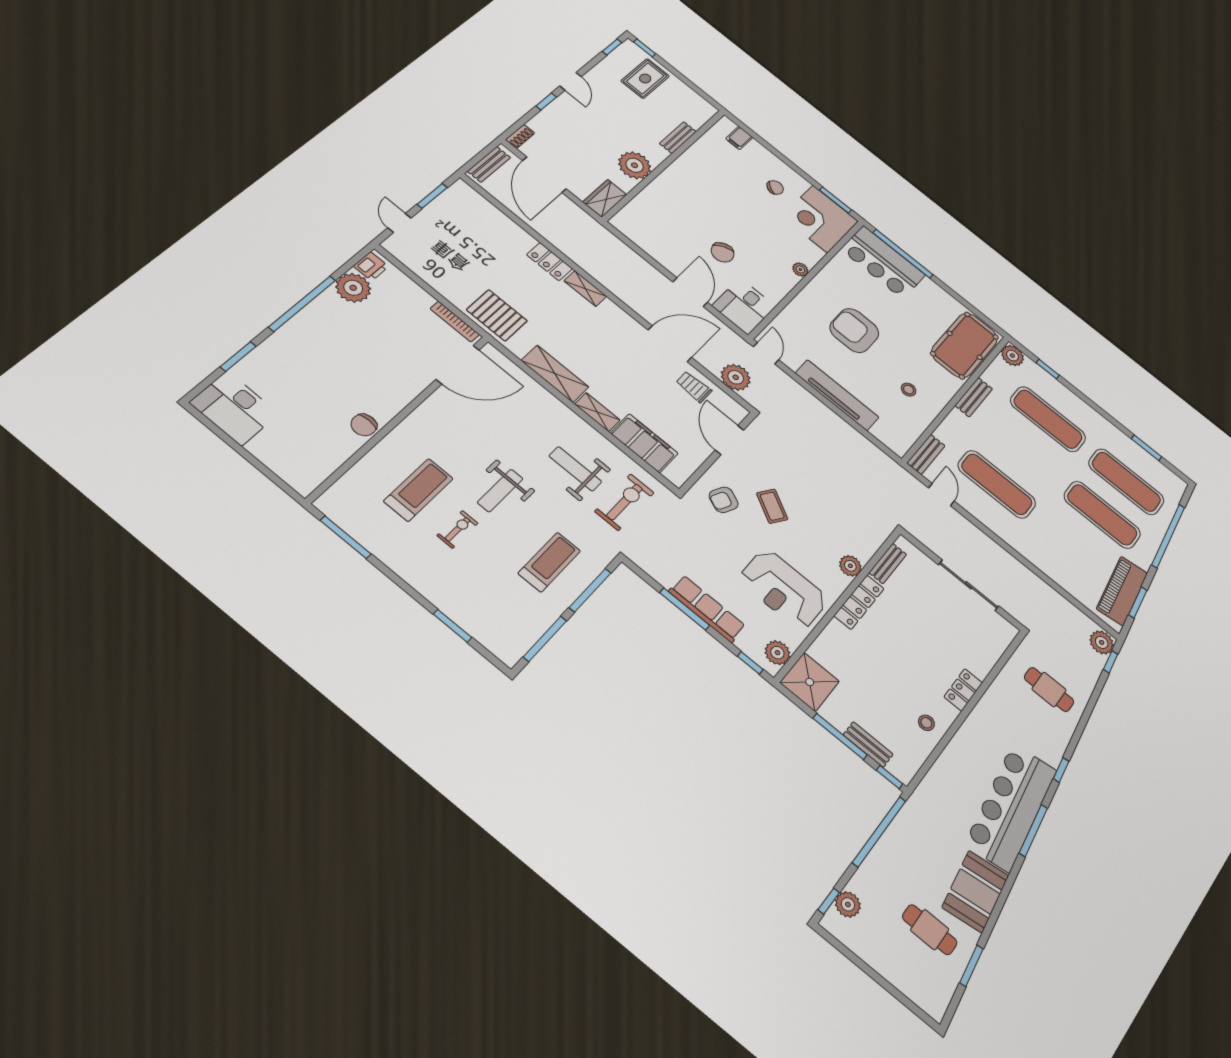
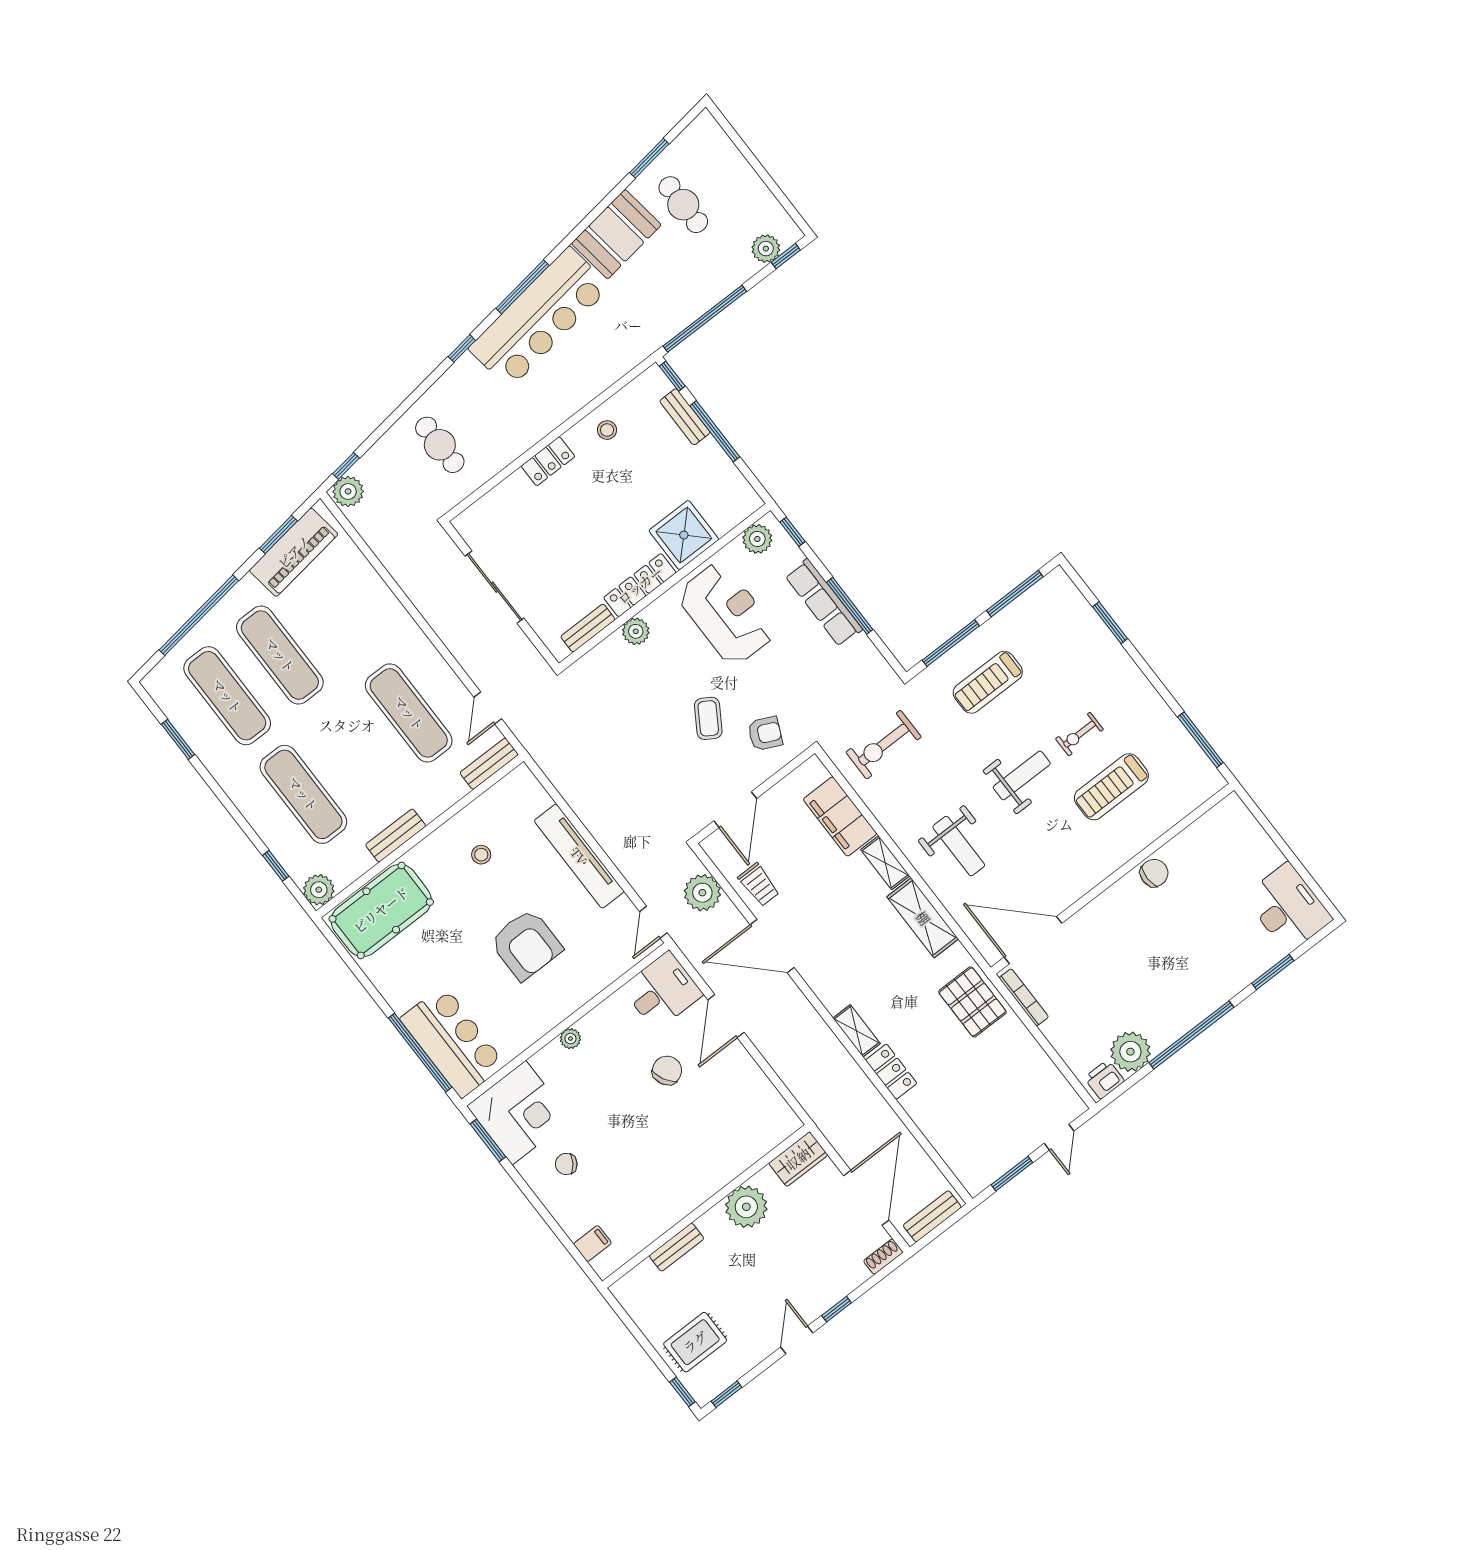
weight bench: (575, 469) -> (959, 846), moved
shower: (810, 682) -> (684, 535), moved

